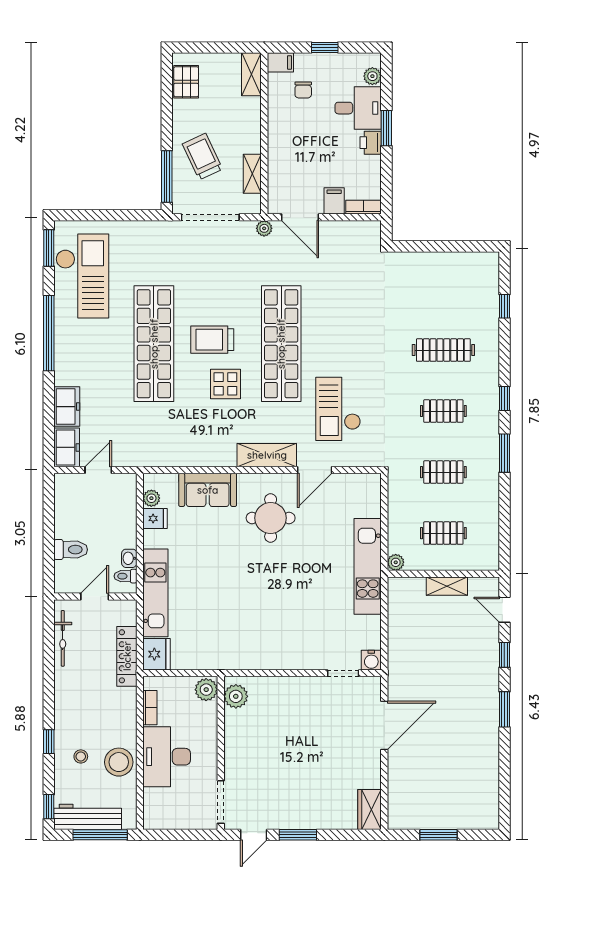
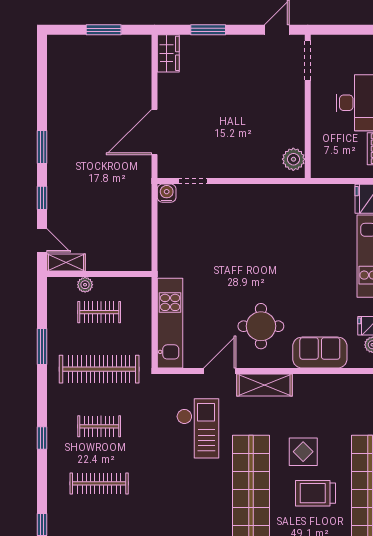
trolley: (212, 340) -> (316, 493), turned 180
window: (504, 453) -> (42, 347), moved
clothes rail: (443, 472) -> (99, 369), width x1.86, depth x1.31
plant: (396, 562) -> (85, 285), moved
kitchen unit: (368, 566) -> (170, 323), moved
shelving: (447, 586) -> (66, 262), moved
plant: (206, 690) -> (321, 166), removed
window: (298, 835) -> (208, 30), moved

